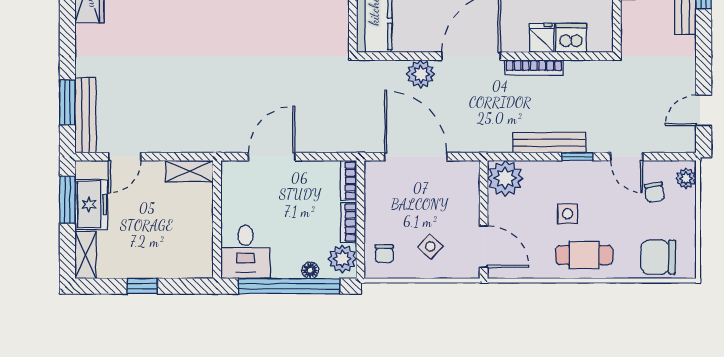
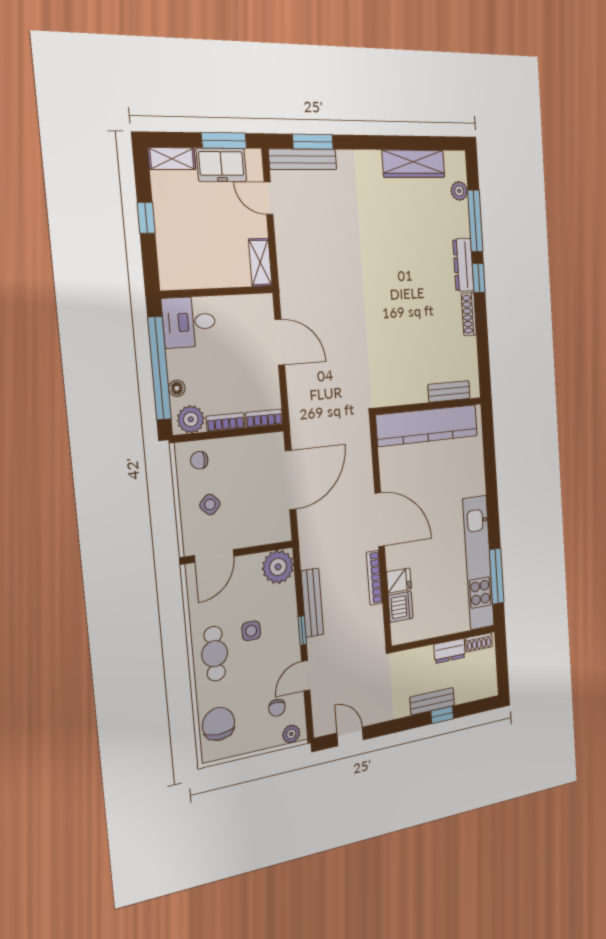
plant: (421, 74) -> (362, 476), removed
chair: (655, 192) -> (277, 708), turned -79

